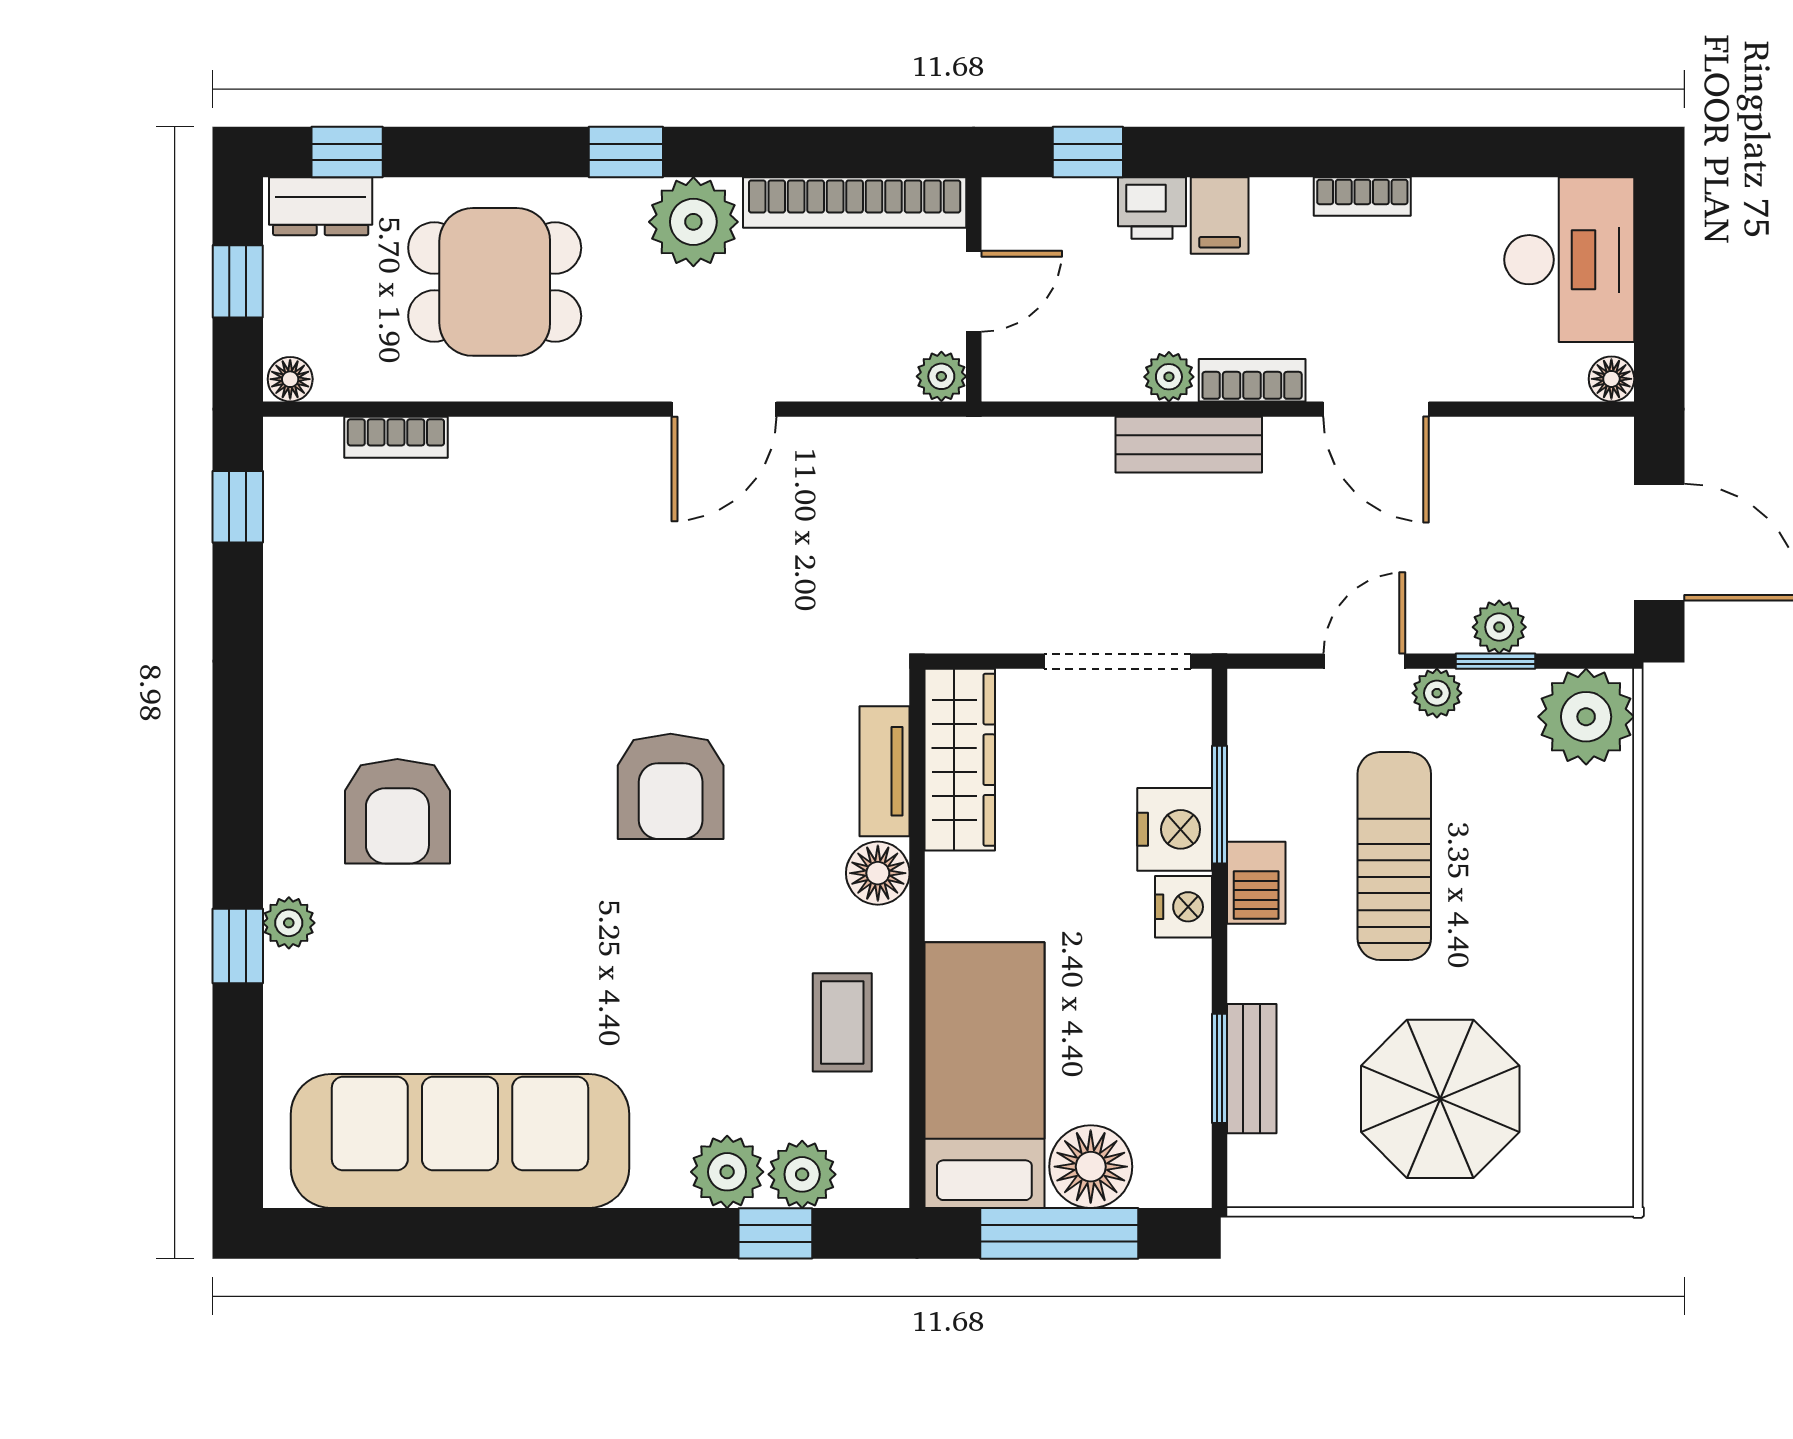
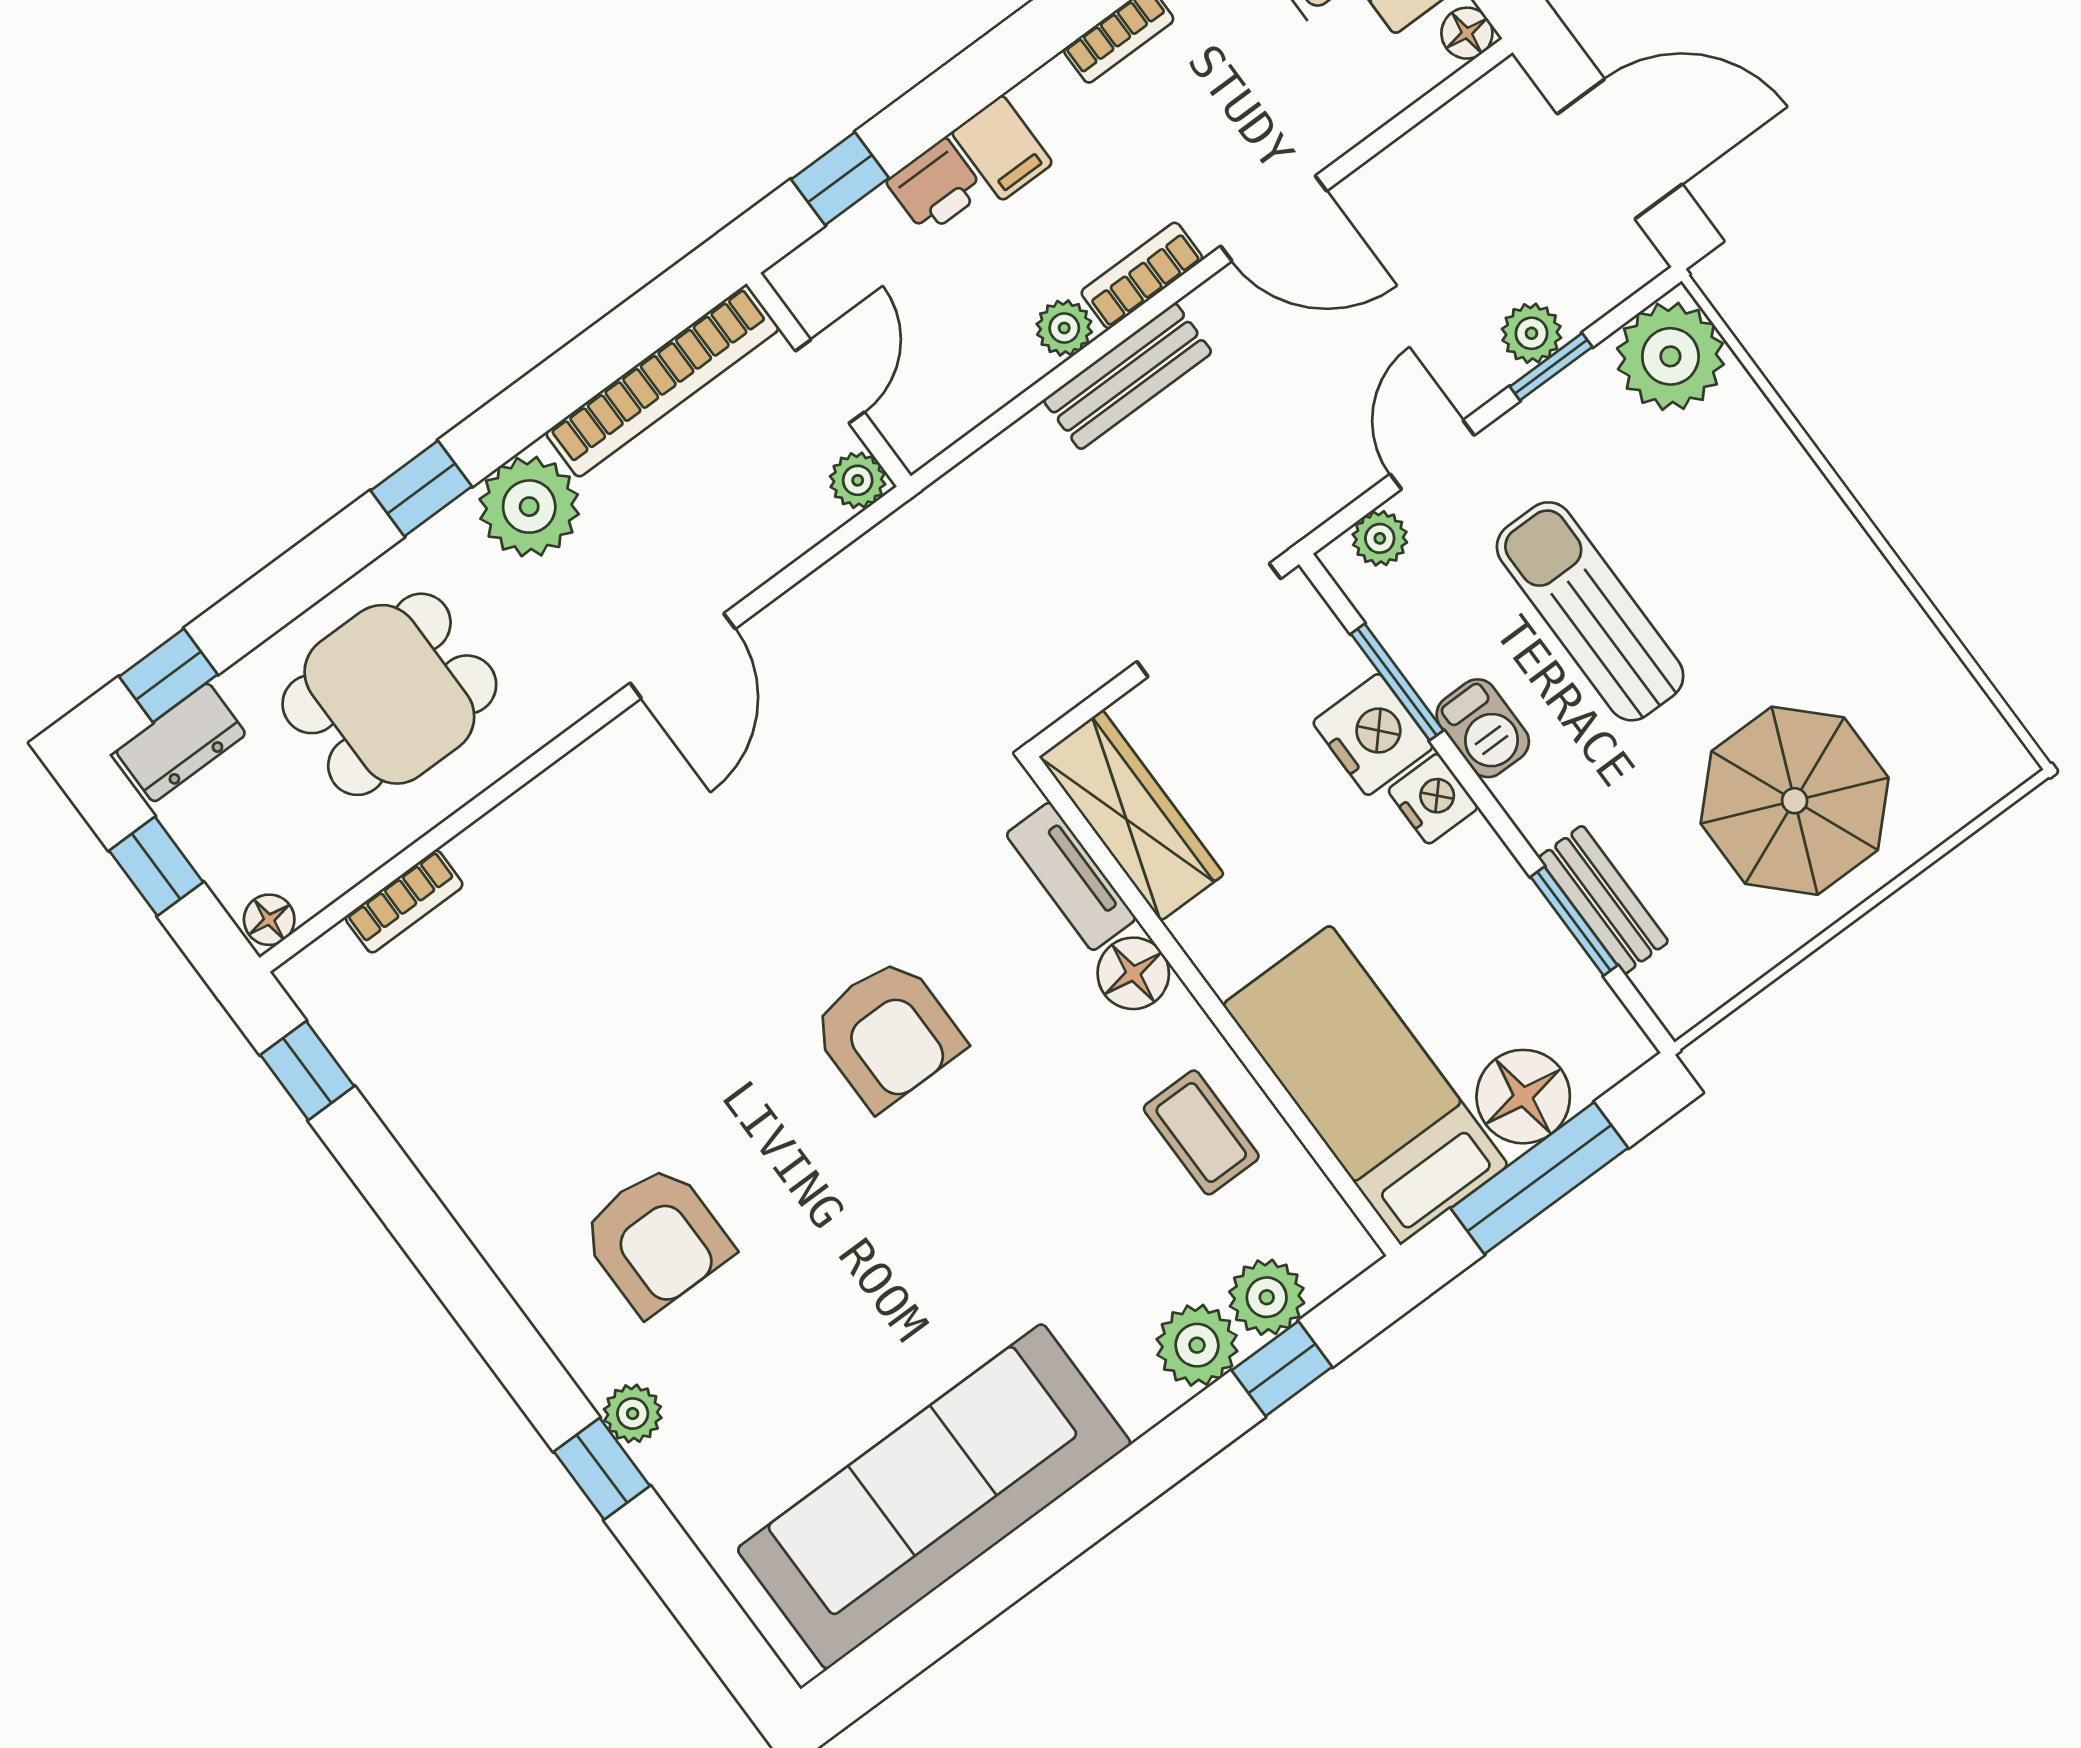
plant: (1437, 693) -> (1380, 538), moved

